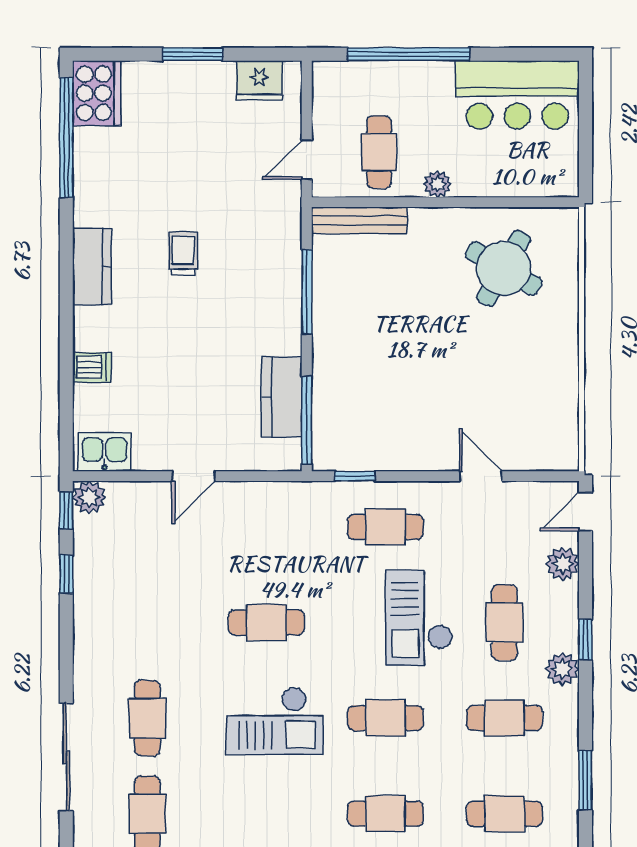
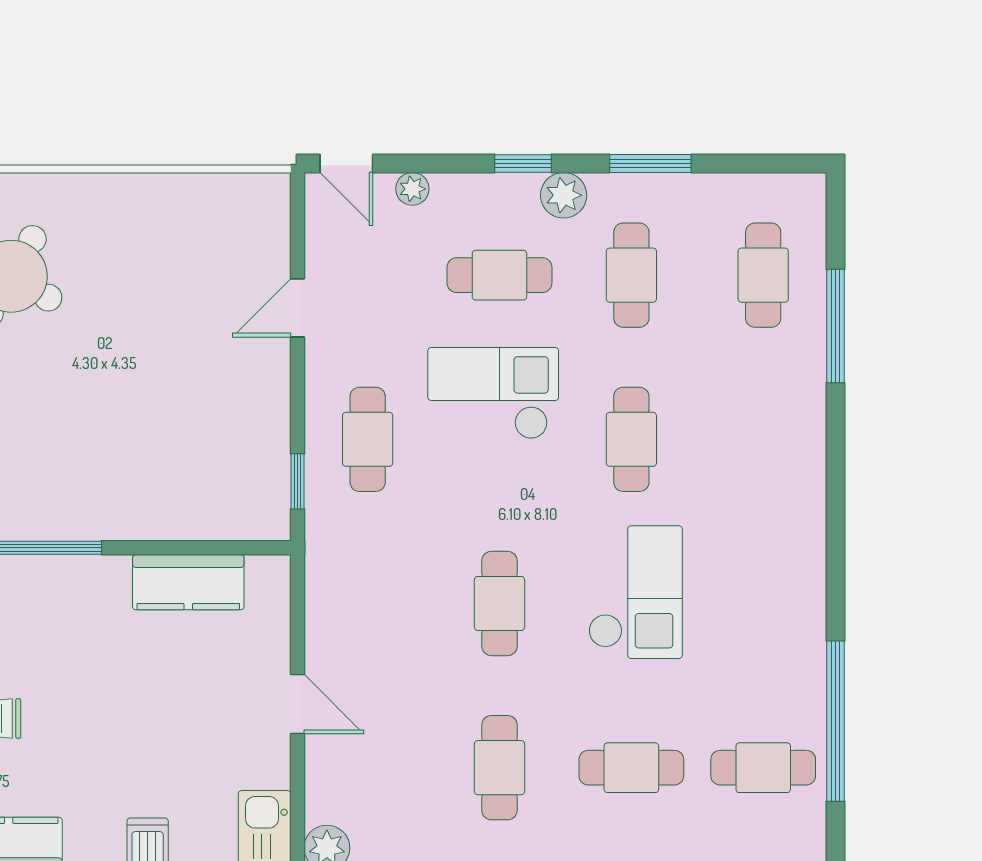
window: (307, 420) -> (220, 548), removed
plant: (563, 564) -> (412, 189), width x0.73, depth x0.73
checkout: (419, 618) -> (493, 393), turned 180
window: (585, 780) -> (650, 163), moved
cafe table: (385, 814) -> (499, 768), moved

